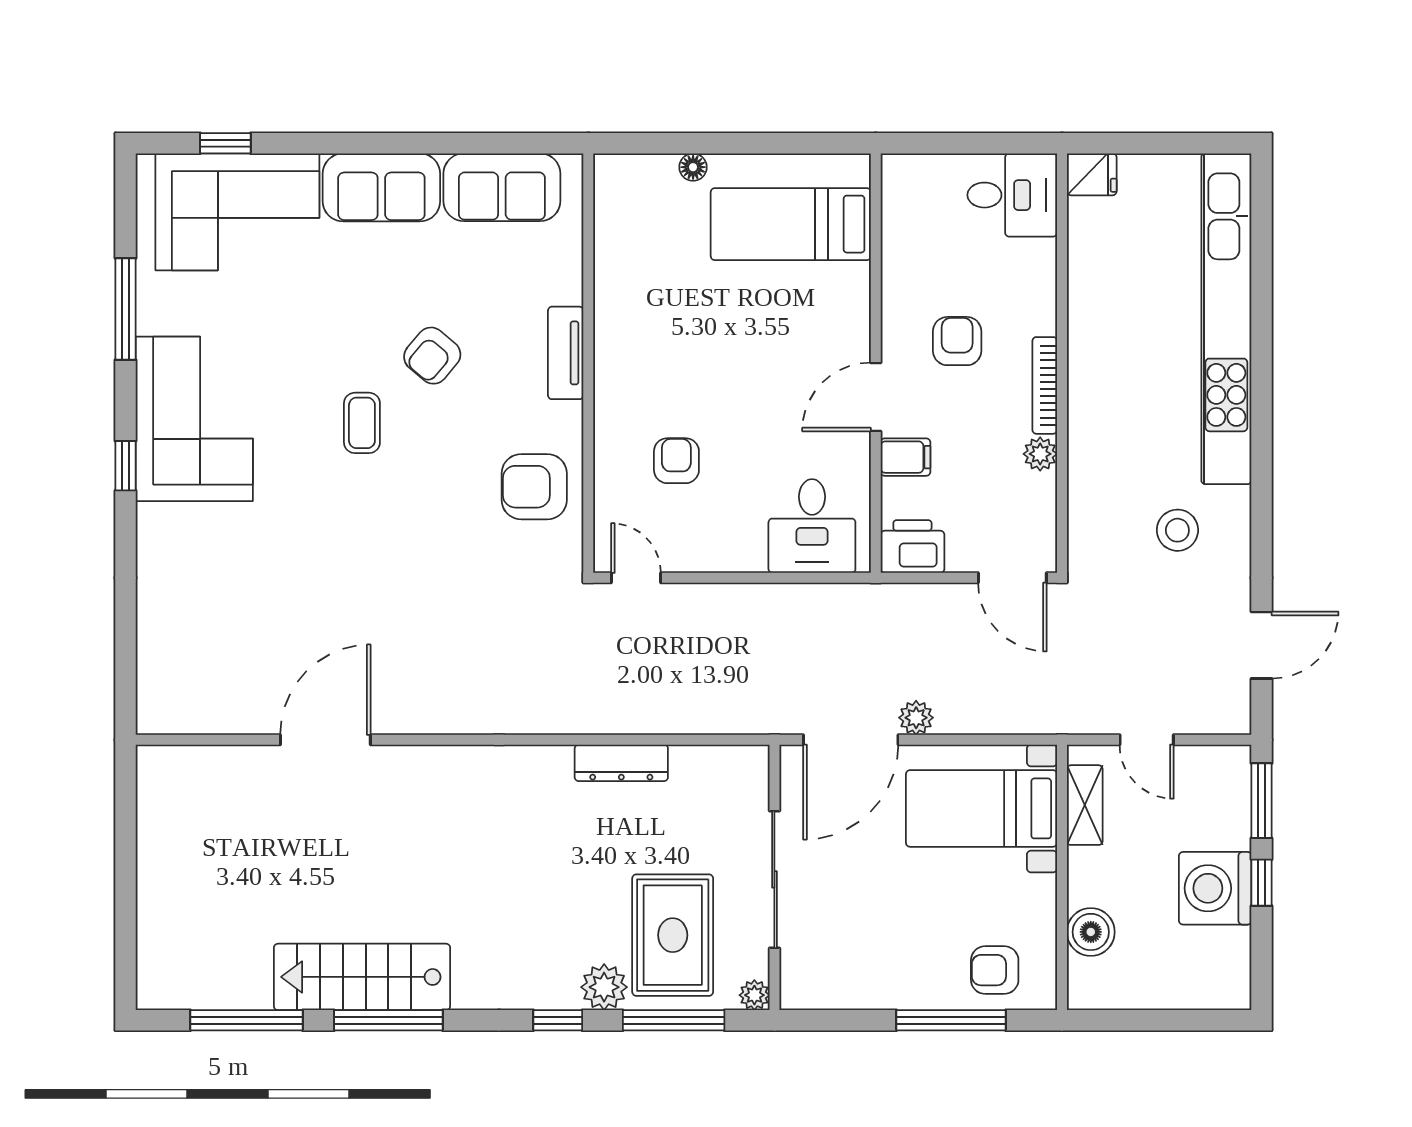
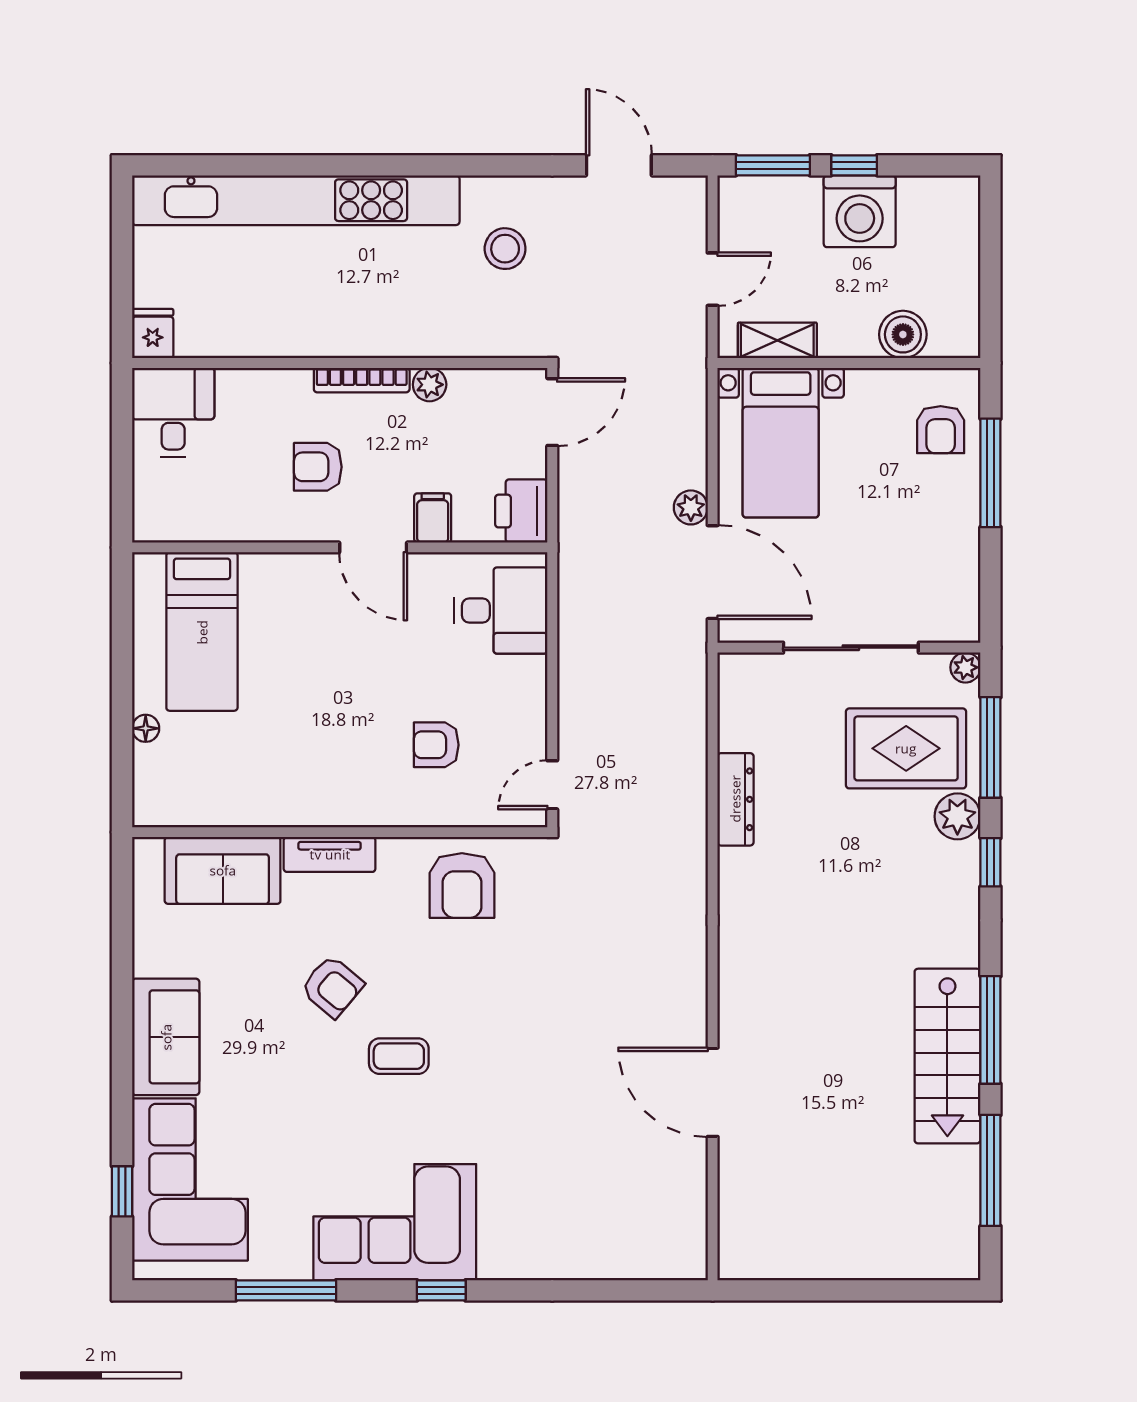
sofa: (502, 187) -> (223, 870), moved, turned 90

